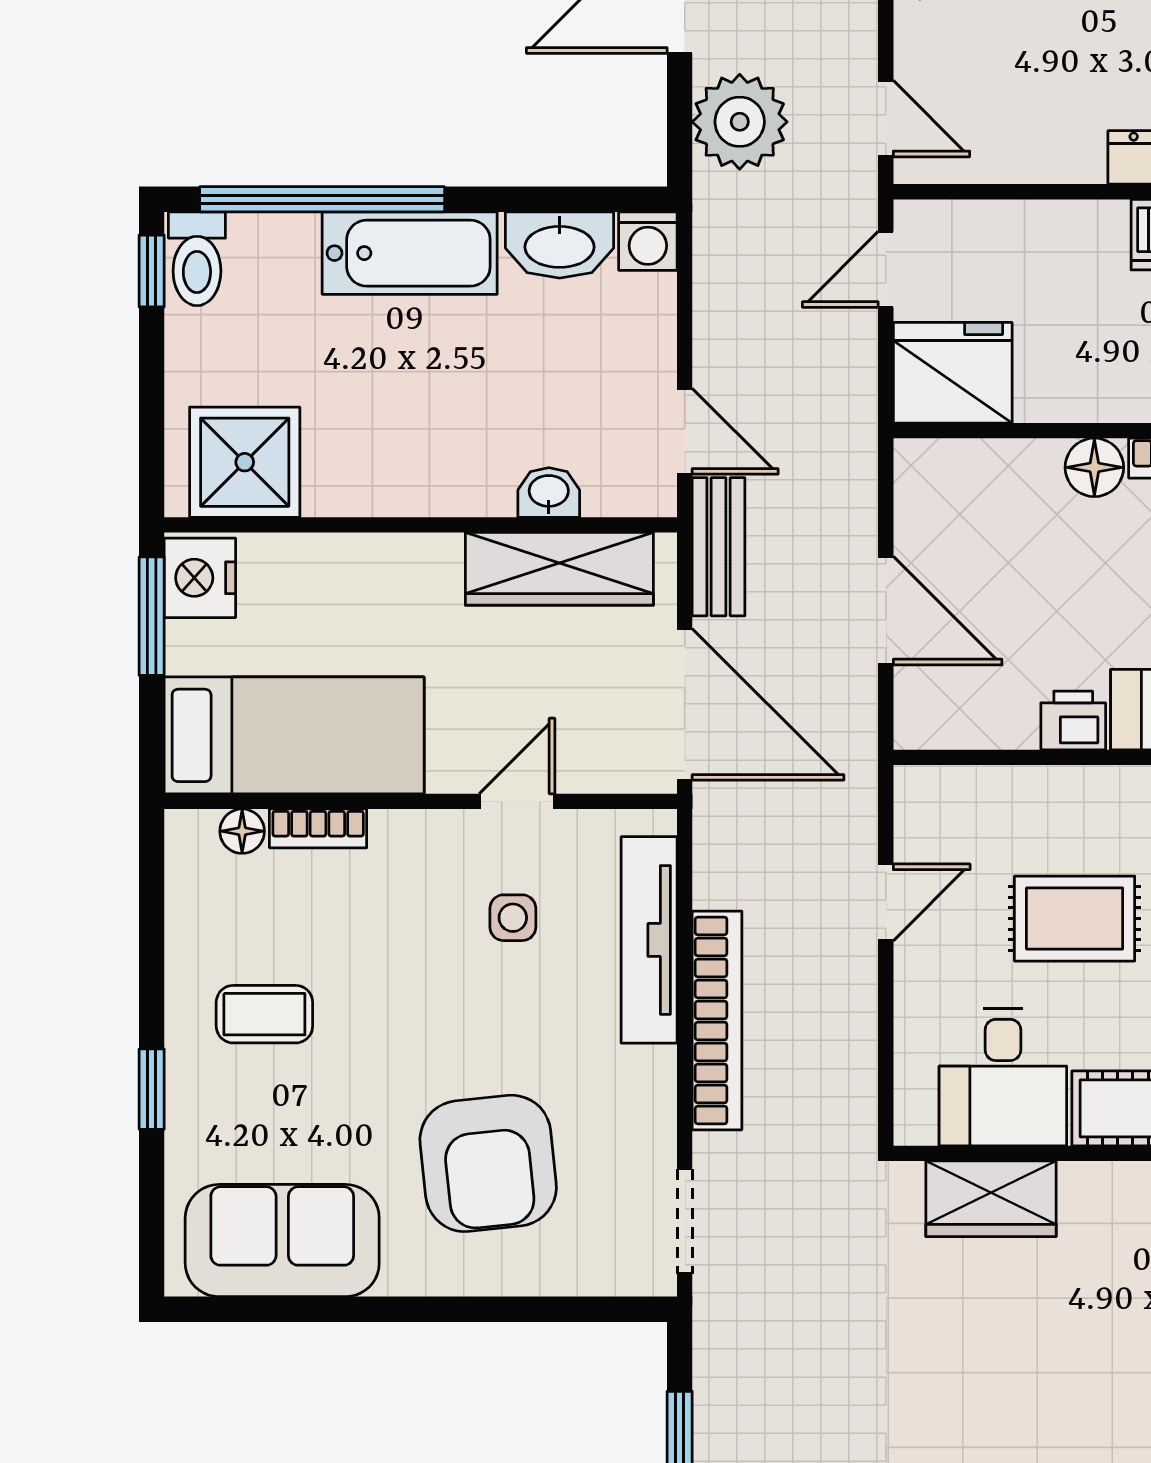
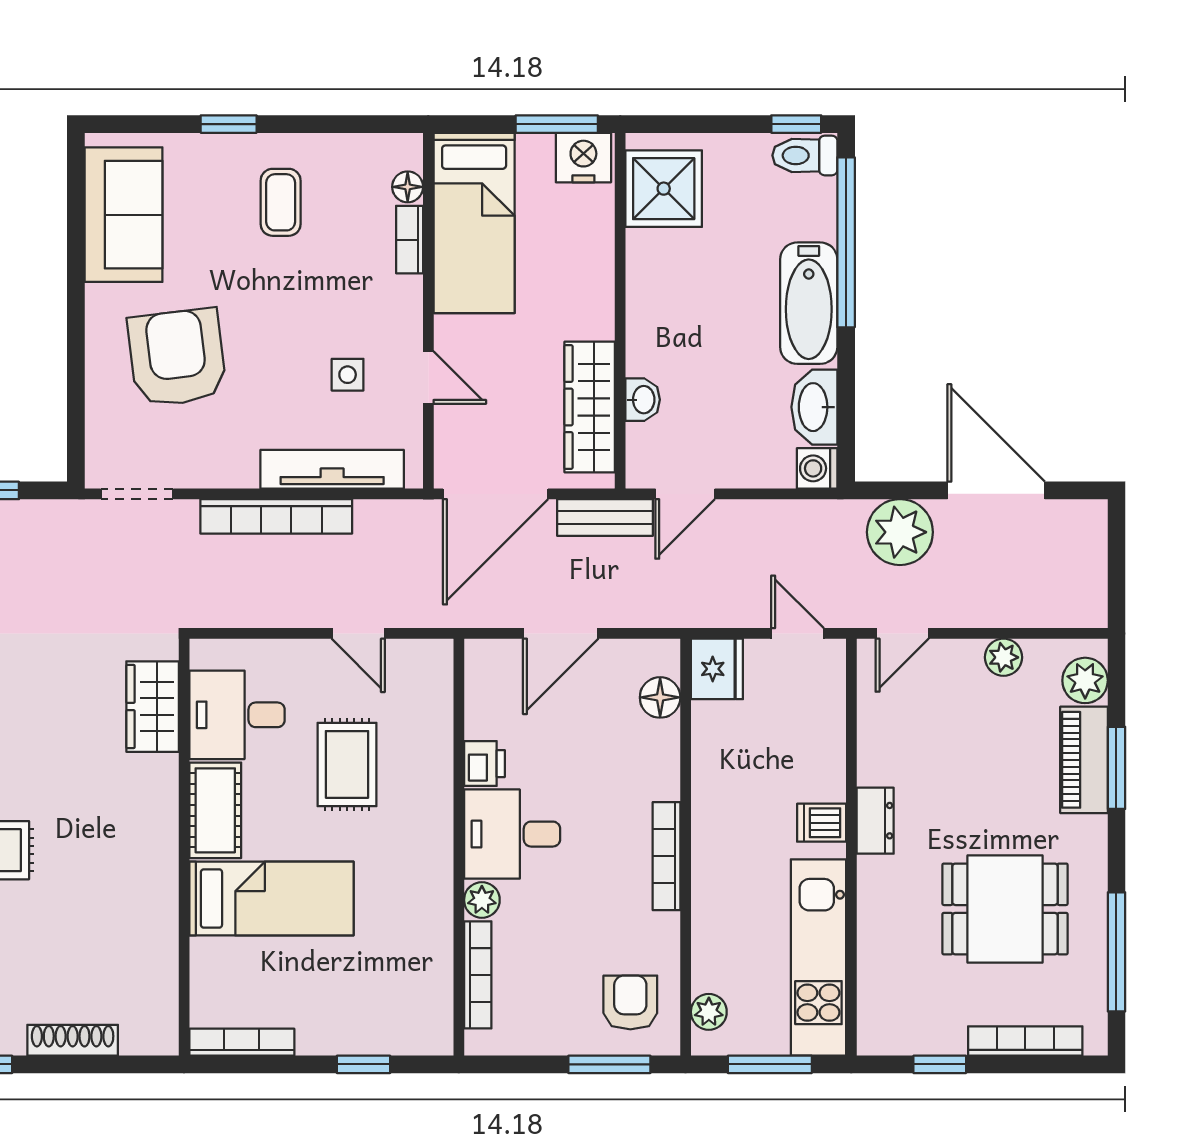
fridge: (953, 373) -> (717, 669), width x0.73, depth x0.75
floor lamp: (1094, 467) -> (660, 697), moved
armchair: (488, 1163) -> (177, 358), turned 89

